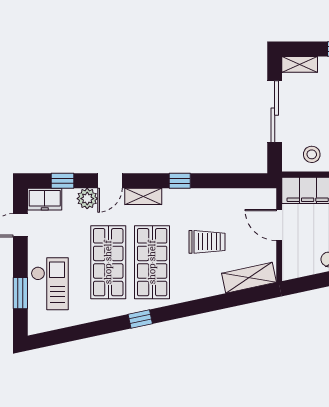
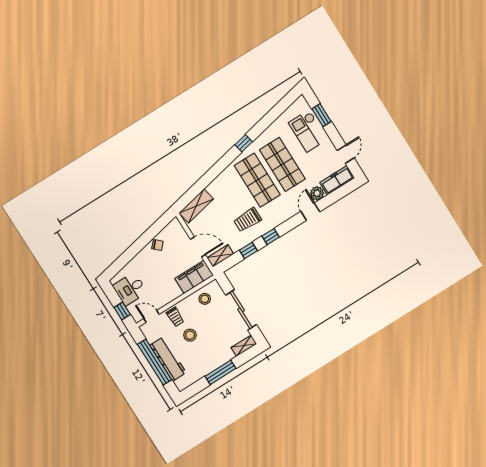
window: (63, 181) -> (248, 251), moved
shelving: (143, 196) -> (220, 256), moved
freezer: (45, 199) -> (337, 180), width x1.40
trolley: (207, 242) -> (248, 220), moved

